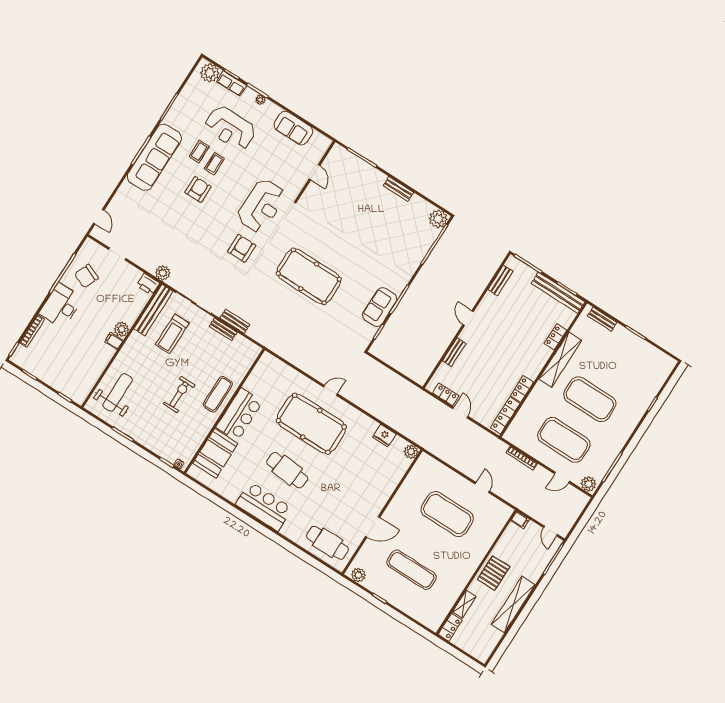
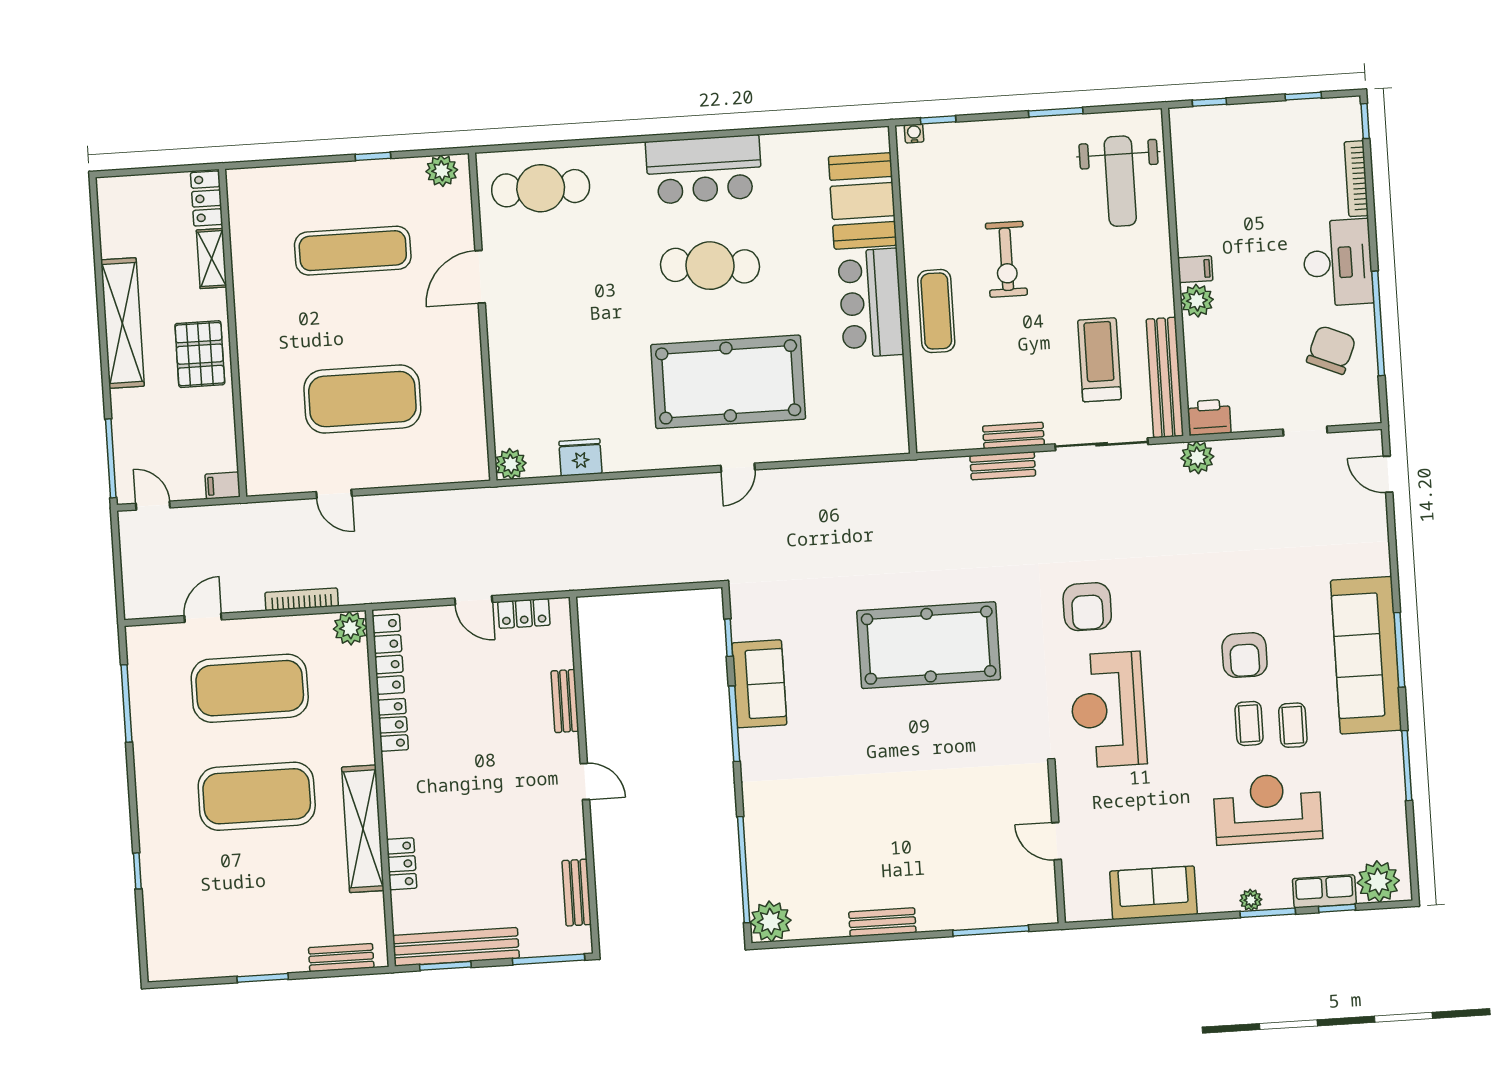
plant: (589, 484) -> (350, 628), moved

